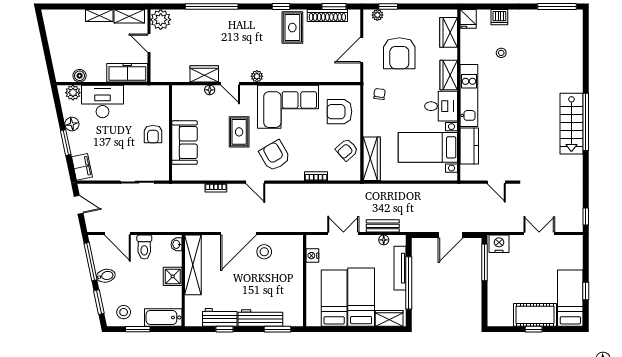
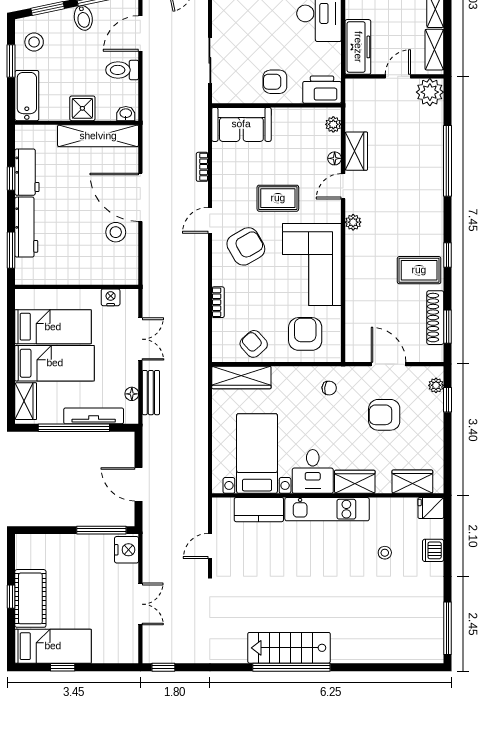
armchair: (399, 53) -> (384, 415), width x0.73, depth x0.73
plant: (185, 91) -> (333, 124), added
printer: (159, 99) -> (322, 90), added
sofa: (185, 143) -> (241, 124), moved

